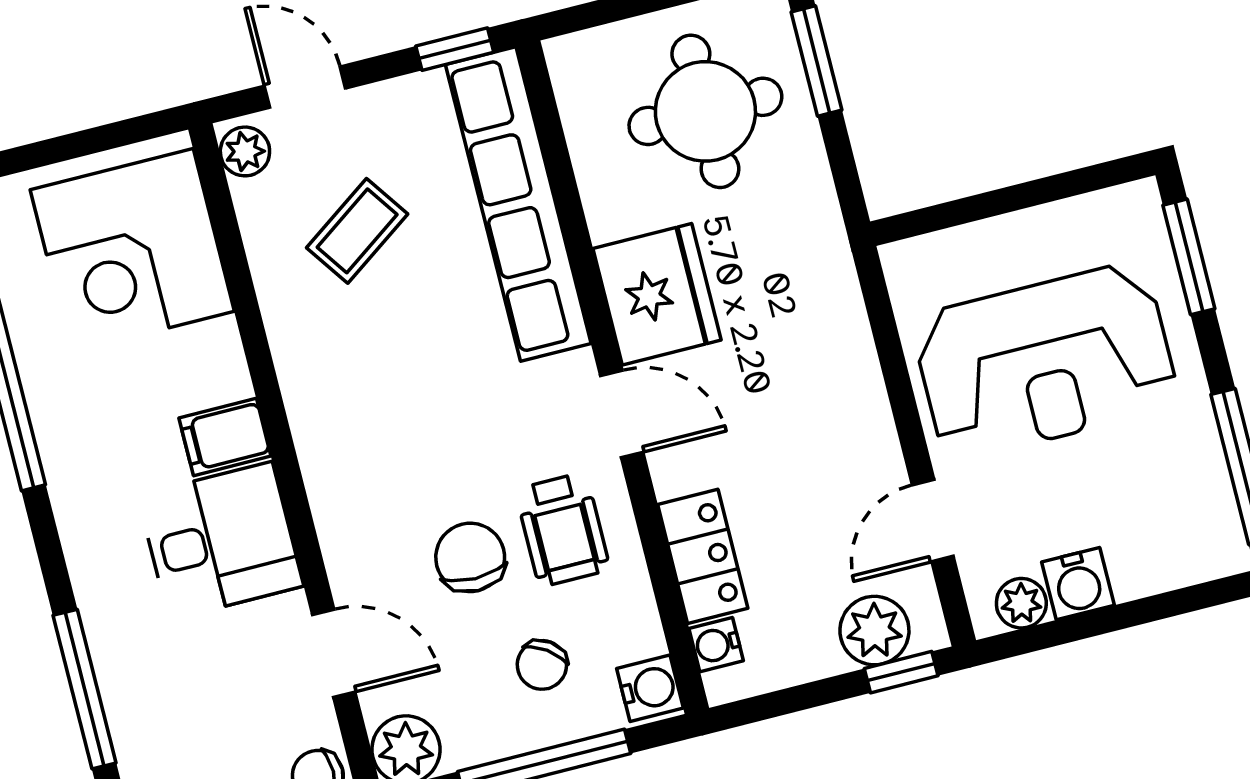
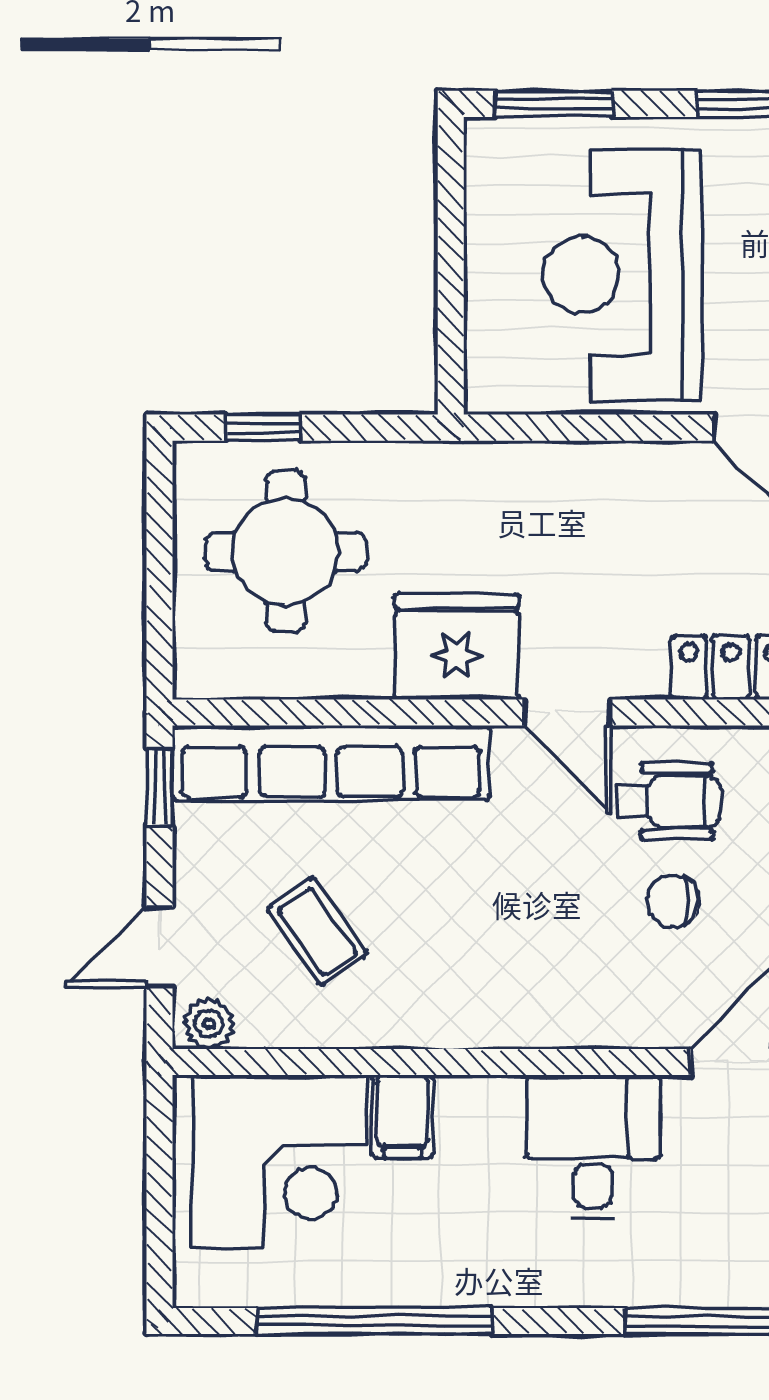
window: (817, 61) -> (263, 428), width x0.67
reception desk: (1045, 361) -> (622, 275), turned 180
door: (622, 414) -> (568, 712), swing flipped
filing cabinet: (225, 437) -> (402, 1116), moved
chair: (470, 557) -> (673, 901), width x0.73, depth x0.73

